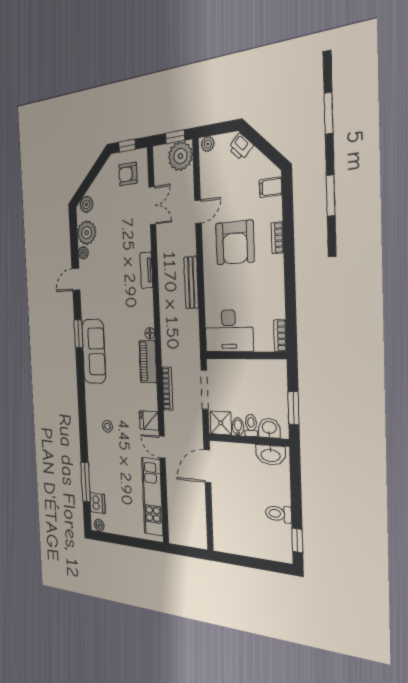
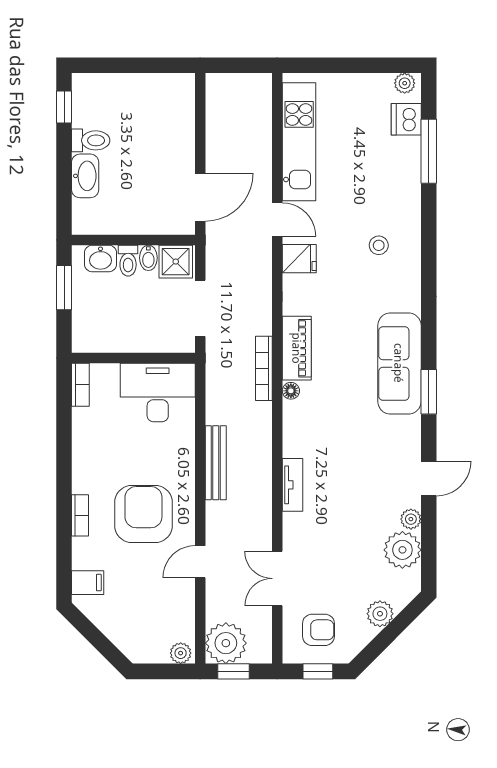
printer: (241, 147) -> (130, 642), removed
plant: (86, 204) -> (380, 614), moved
bookcase: (167, 389) -> (264, 368), moved
washbasin: (271, 455) -> (85, 176), moved, turned 90

